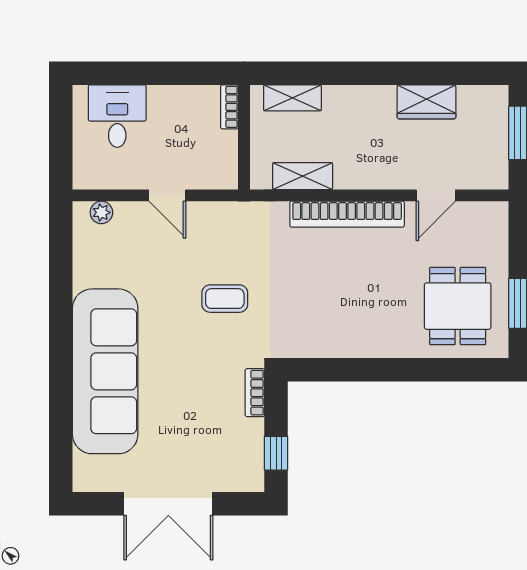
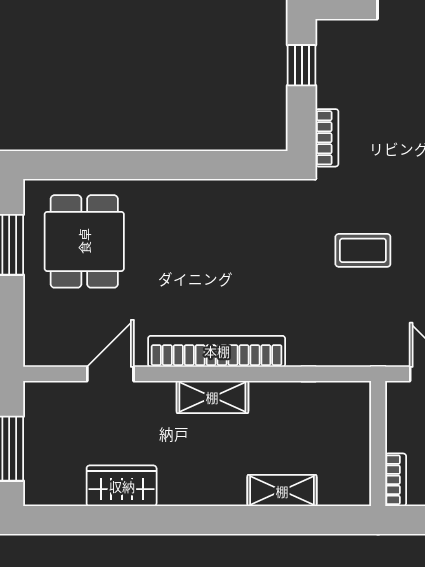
bookcase: (229, 107) -> (396, 480), moved
wall: (244, 137) -> (378, 443), moved
shelving: (303, 176) -> (212, 397), moved

